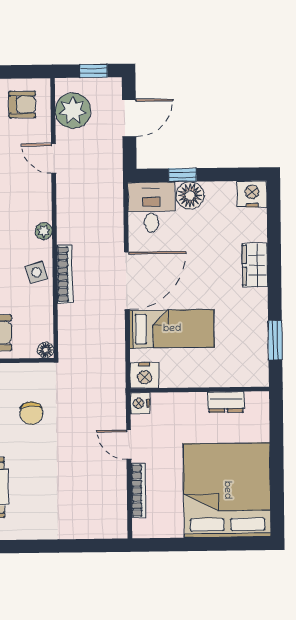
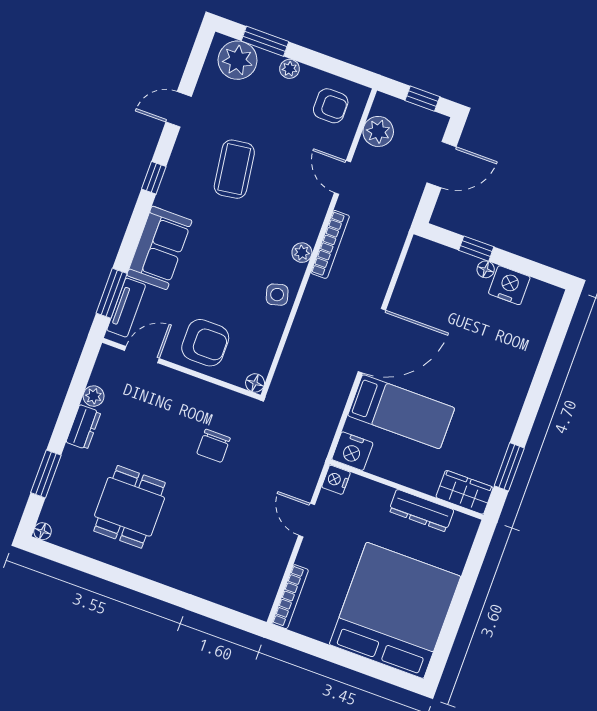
plant: (73, 111) -> (378, 131), width x0.73, depth x0.73
nightstand: (252, 194) -> (509, 285), moved
floor lamp: (190, 195) -> (486, 269), width x0.53, depth x0.53
desk: (151, 207) -> (429, 271), removed
wardrobe: (255, 265) -> (465, 492), moved, turned 90
bookcase: (65, 274) -> (330, 244), moved
dresser: (226, 402) -> (421, 511), width x1.44
bookcase: (138, 491) -> (290, 597), moved

